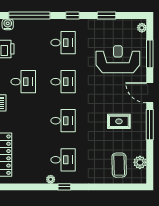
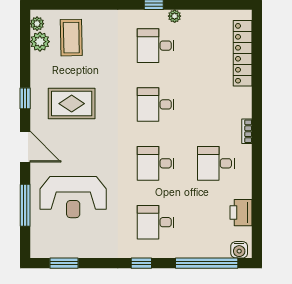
window: (106, 15) -> (64, 263), moved
plant: (142, 28) -> (37, 24), moved
rug: (119, 121) -> (72, 104), width x1.36, depth x1.43
window: (150, 125) -> (25, 98), width x0.46

